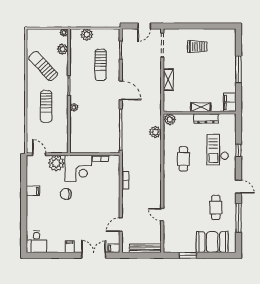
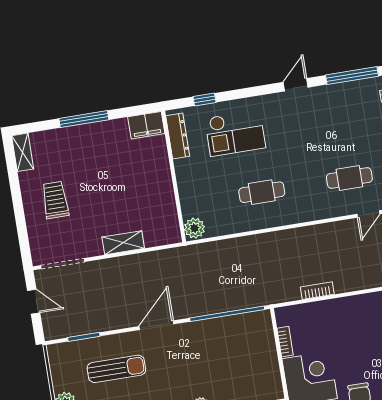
shelving: (201, 107) -> (23, 152), moved
dresser: (206, 118) -> (178, 136), moved
plant: (155, 132) -> (221, 251), removed
window: (238, 150) -> (205, 99), moved
cafe table: (216, 207) -> (349, 178), moved

